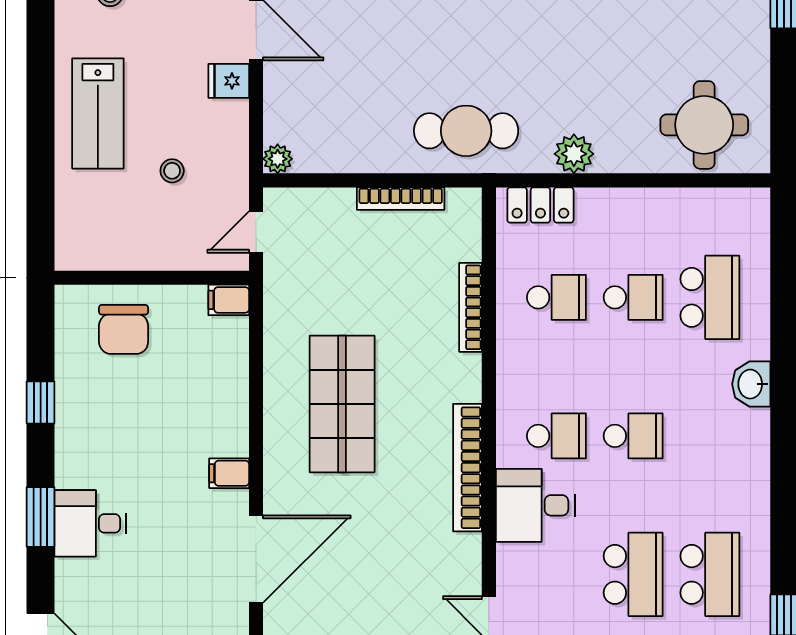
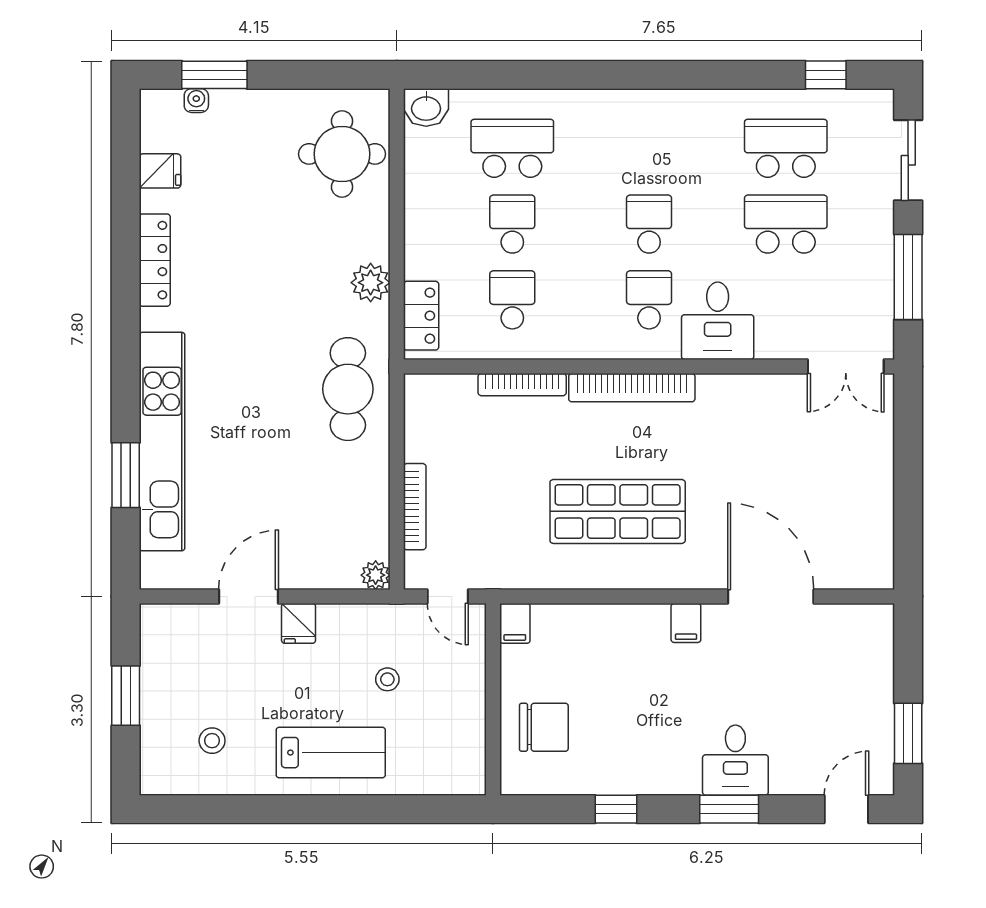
bookcase: (401, 199) -> (415, 507), moved
washbasin: (751, 384) -> (426, 107), moved
bookcase: (467, 468) -> (632, 388), moved

